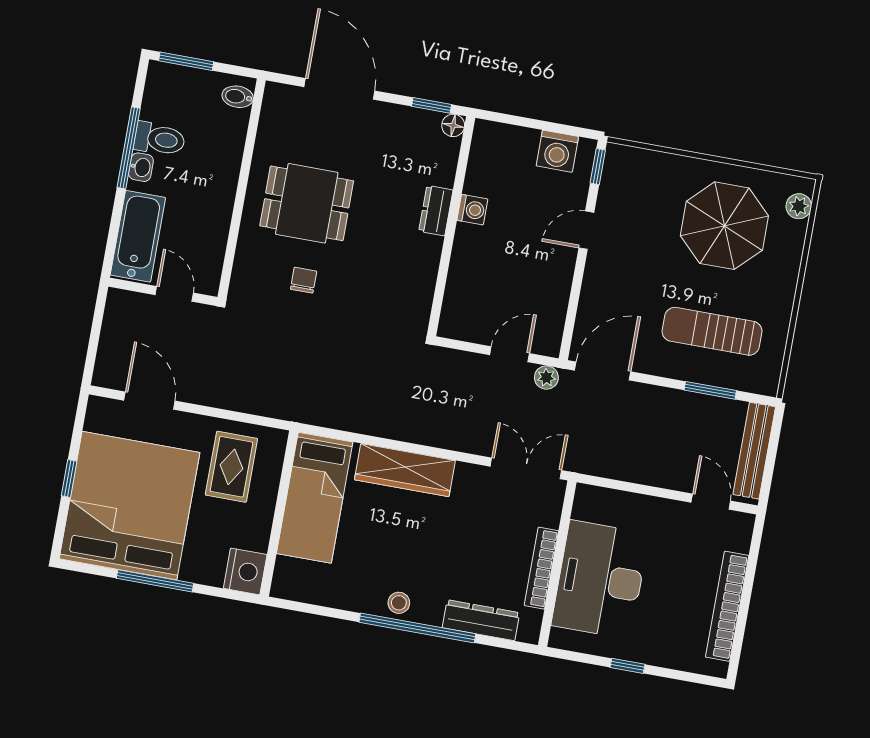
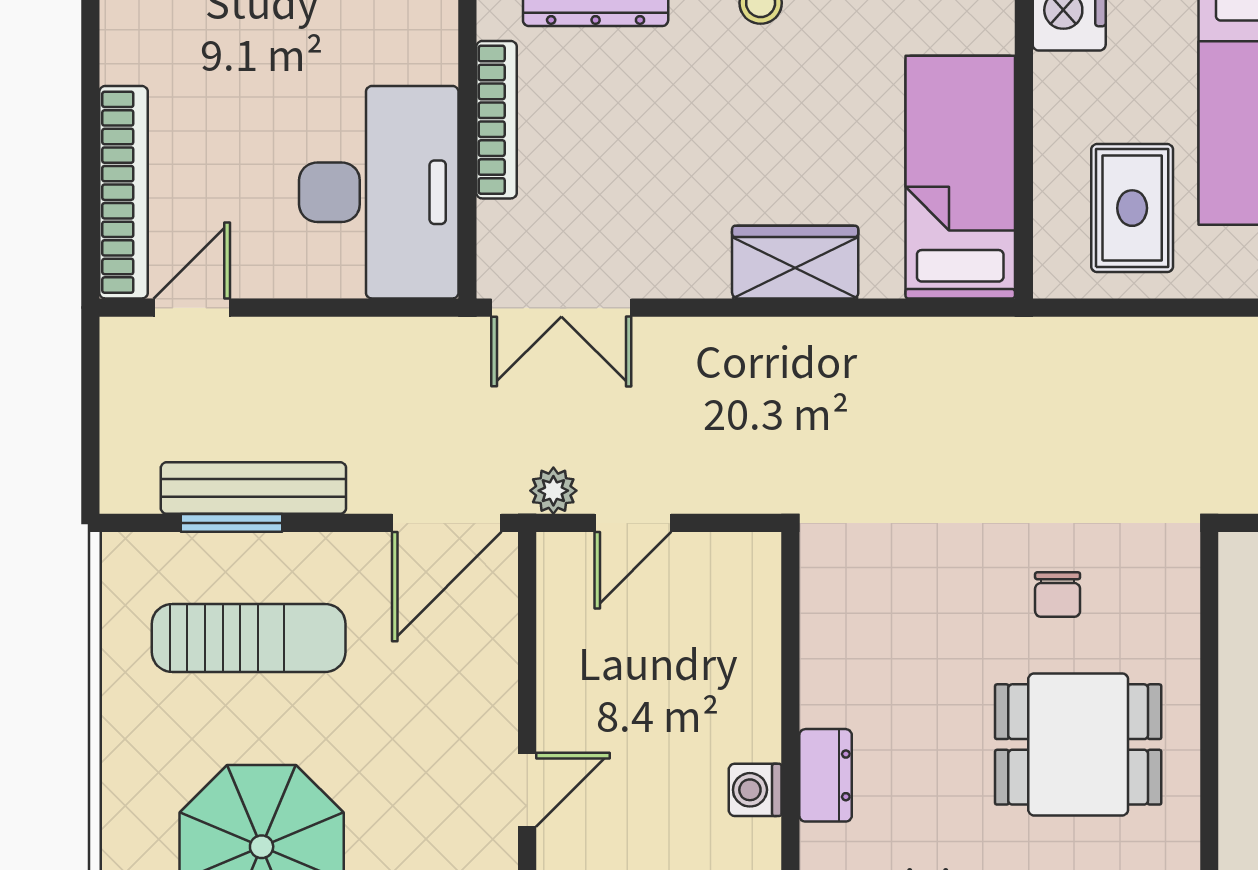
bench: (754, 451) -> (253, 488), moved, turned 90
wardrobe: (405, 470) -> (795, 262), width x0.67
door: (711, 502) -> (192, 308), swing flipped
desk: (600, 580) -> (379, 192), moved
bookcase: (727, 606) -> (124, 192), moved

